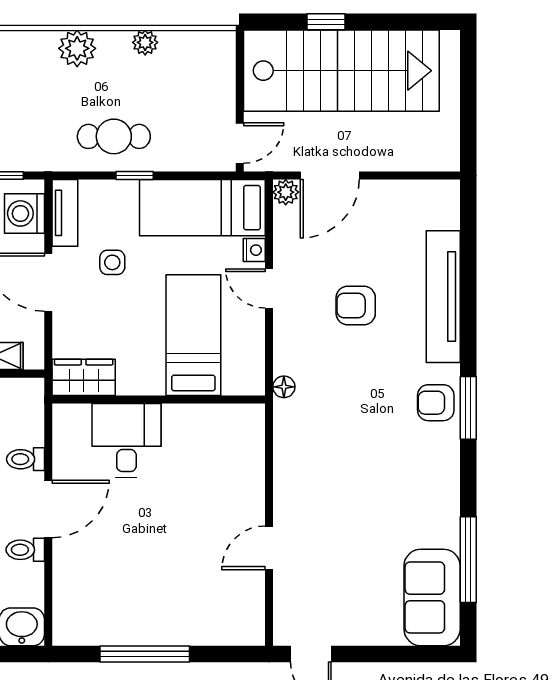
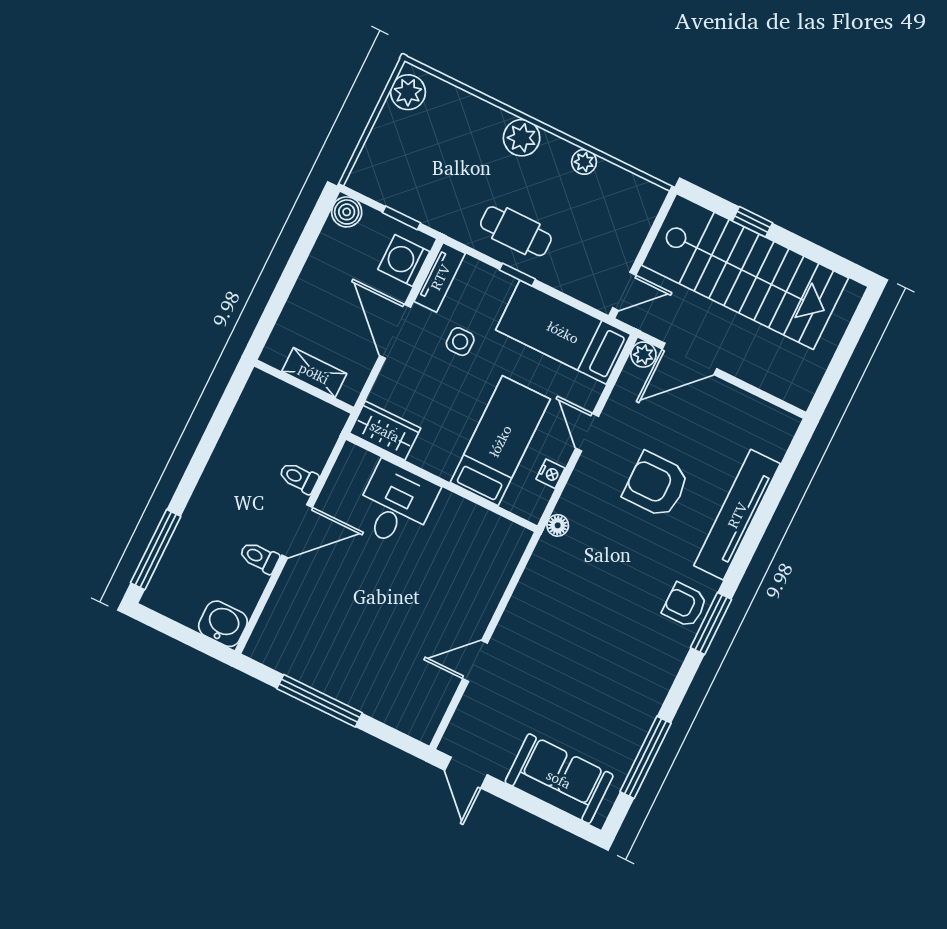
nightstand: (254, 250) -> (551, 474), moved
armchair: (356, 306) -> (656, 485), width x1.38, depth x1.38
sofa: (432, 597) -> (559, 779), moved, turned 90

